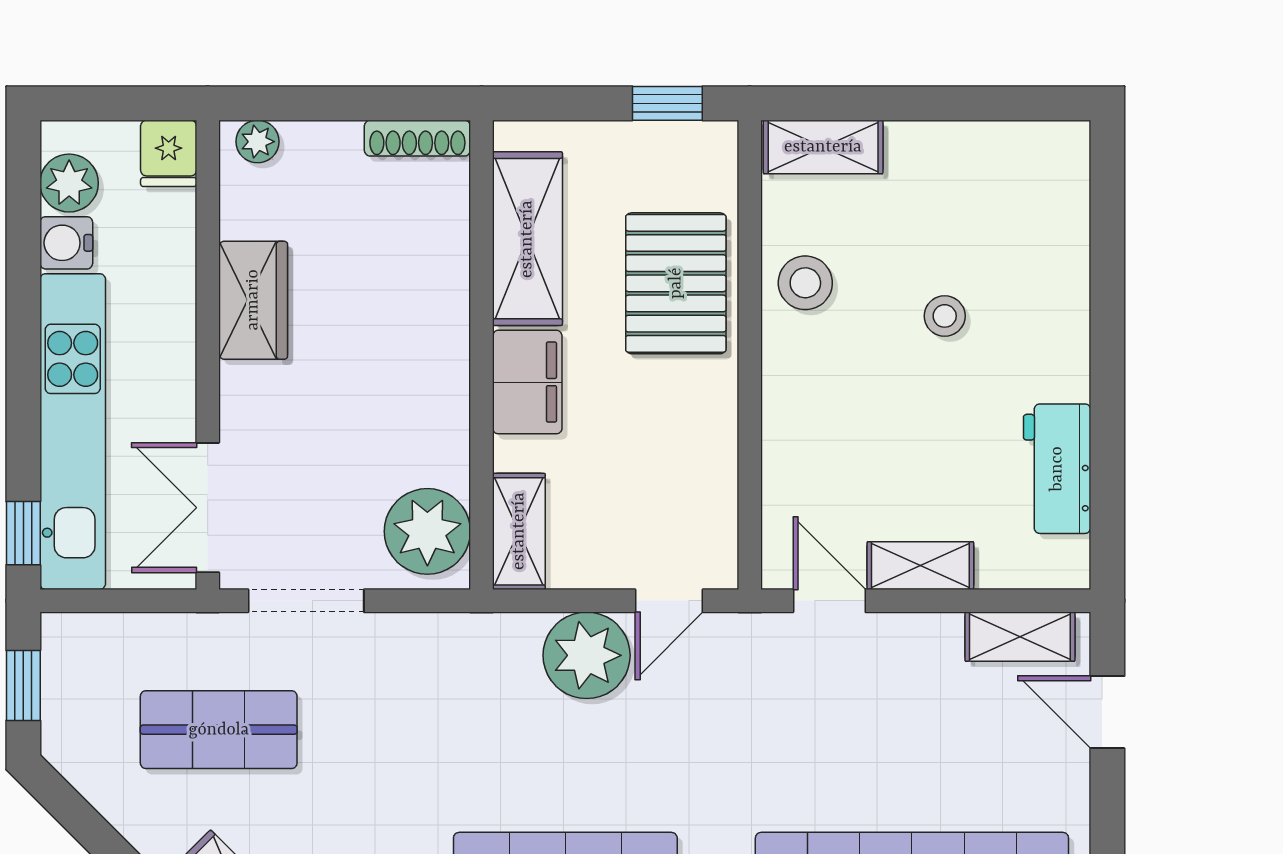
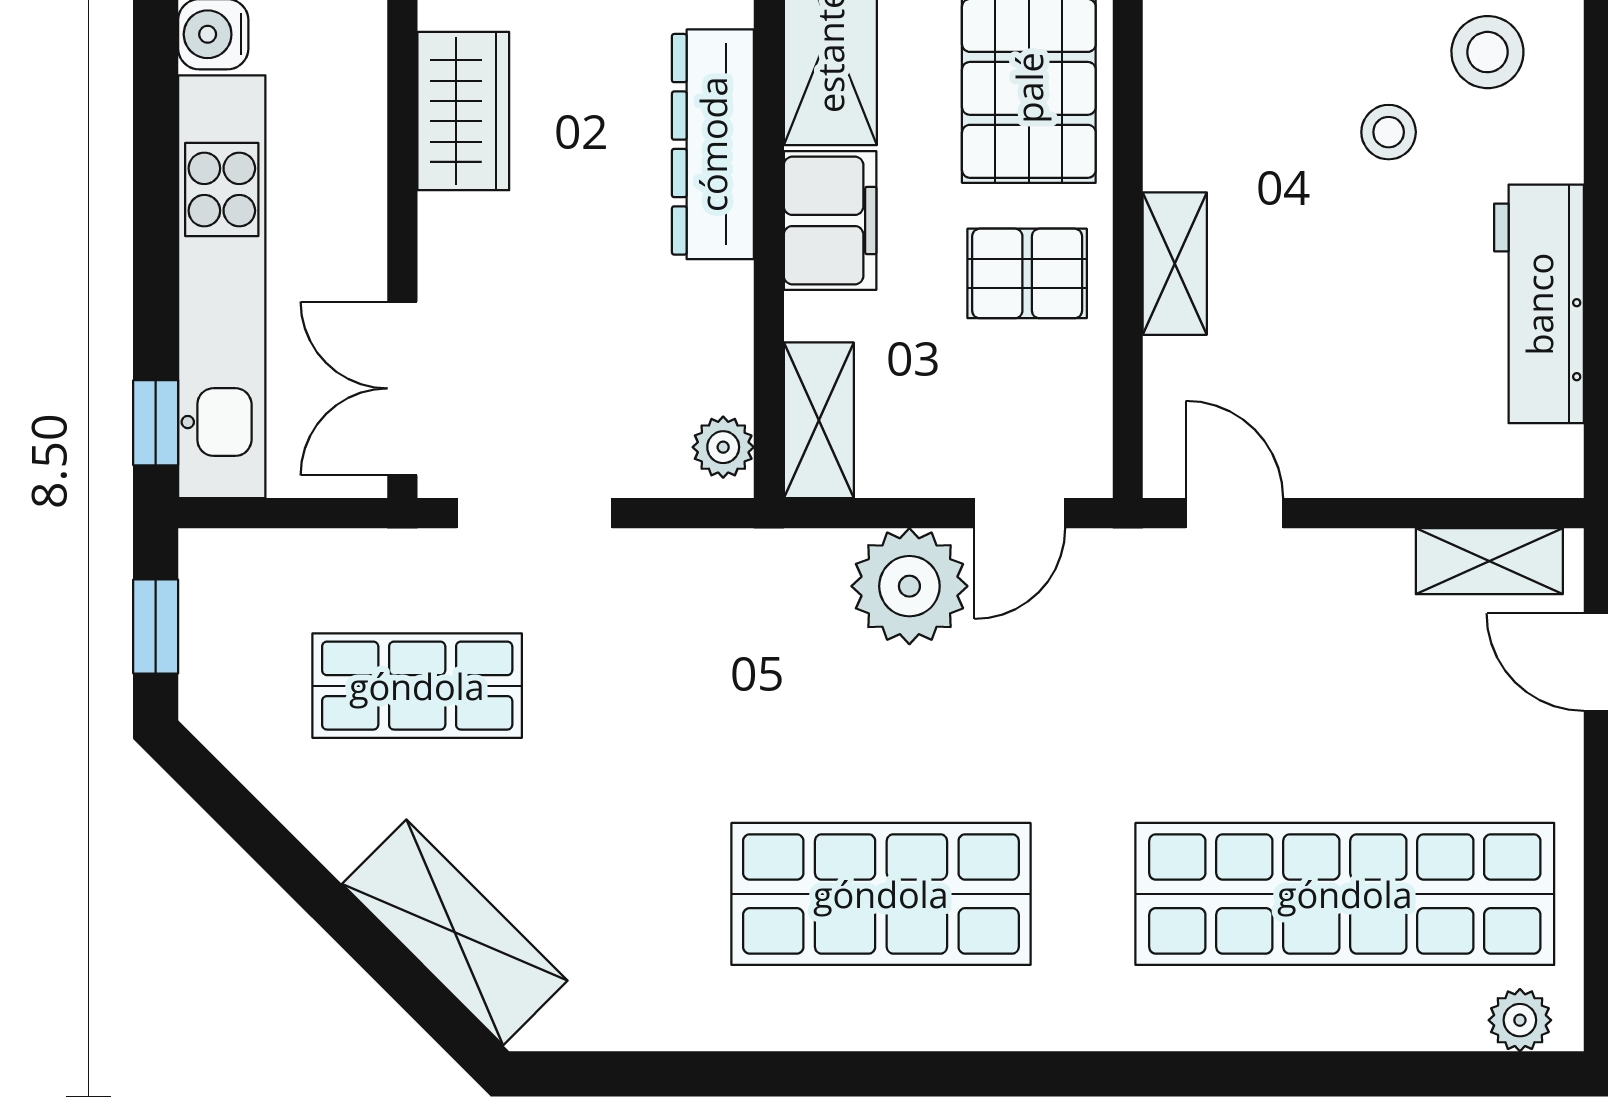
stool: (805, 283) -> (1487, 52), moved
dresser: (440, 325) -> (713, 144), added
pallet: (675, 422) -> (1027, 273), added
workbench: (1057, 469) -> (1539, 304), width x1.38
plant: (427, 531) -> (723, 447), width x0.53, depth x0.53
shelving: (920, 566) -> (1175, 264), moved, turned 90

